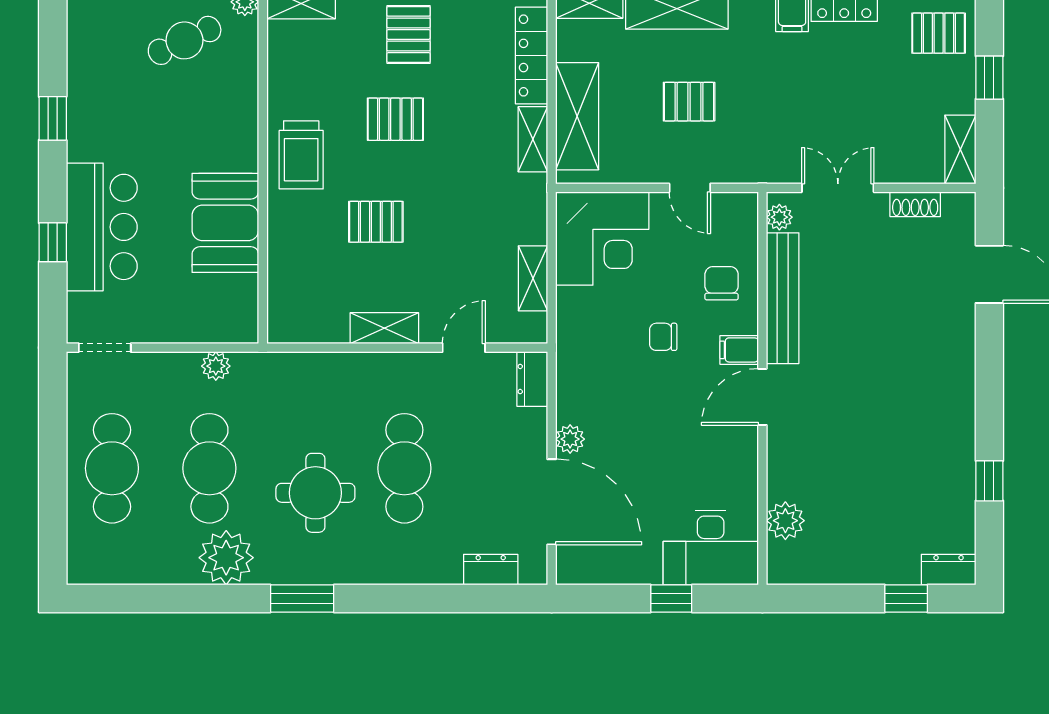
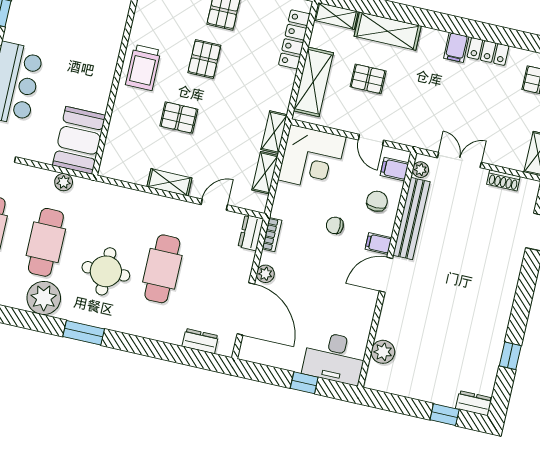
pallet: (689, 102) -> (368, 79), moved
pallet: (395, 119) -> (204, 59), turned 90
shelving: (533, 139) -> (274, 132), moved
booth: (225, 223) -> (79, 140), moved
filing cabinet: (738, 226) -> (394, 169), added
bookcase: (566, 374) -> (272, 235), added

